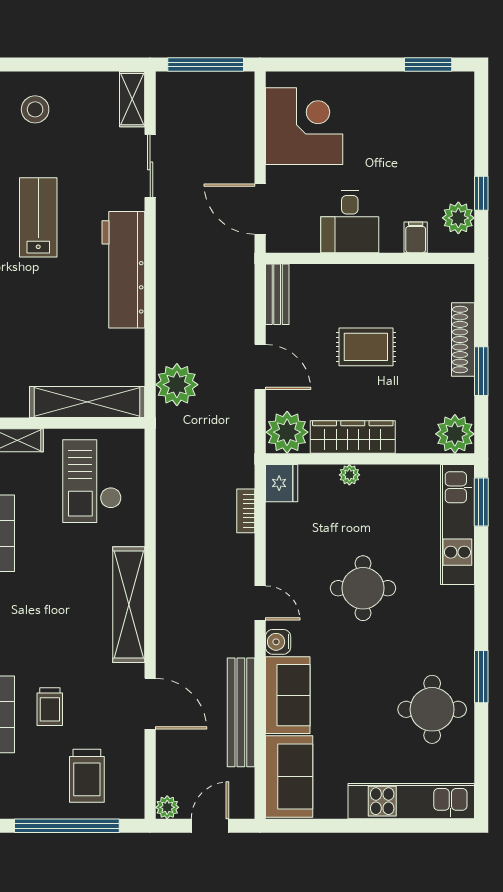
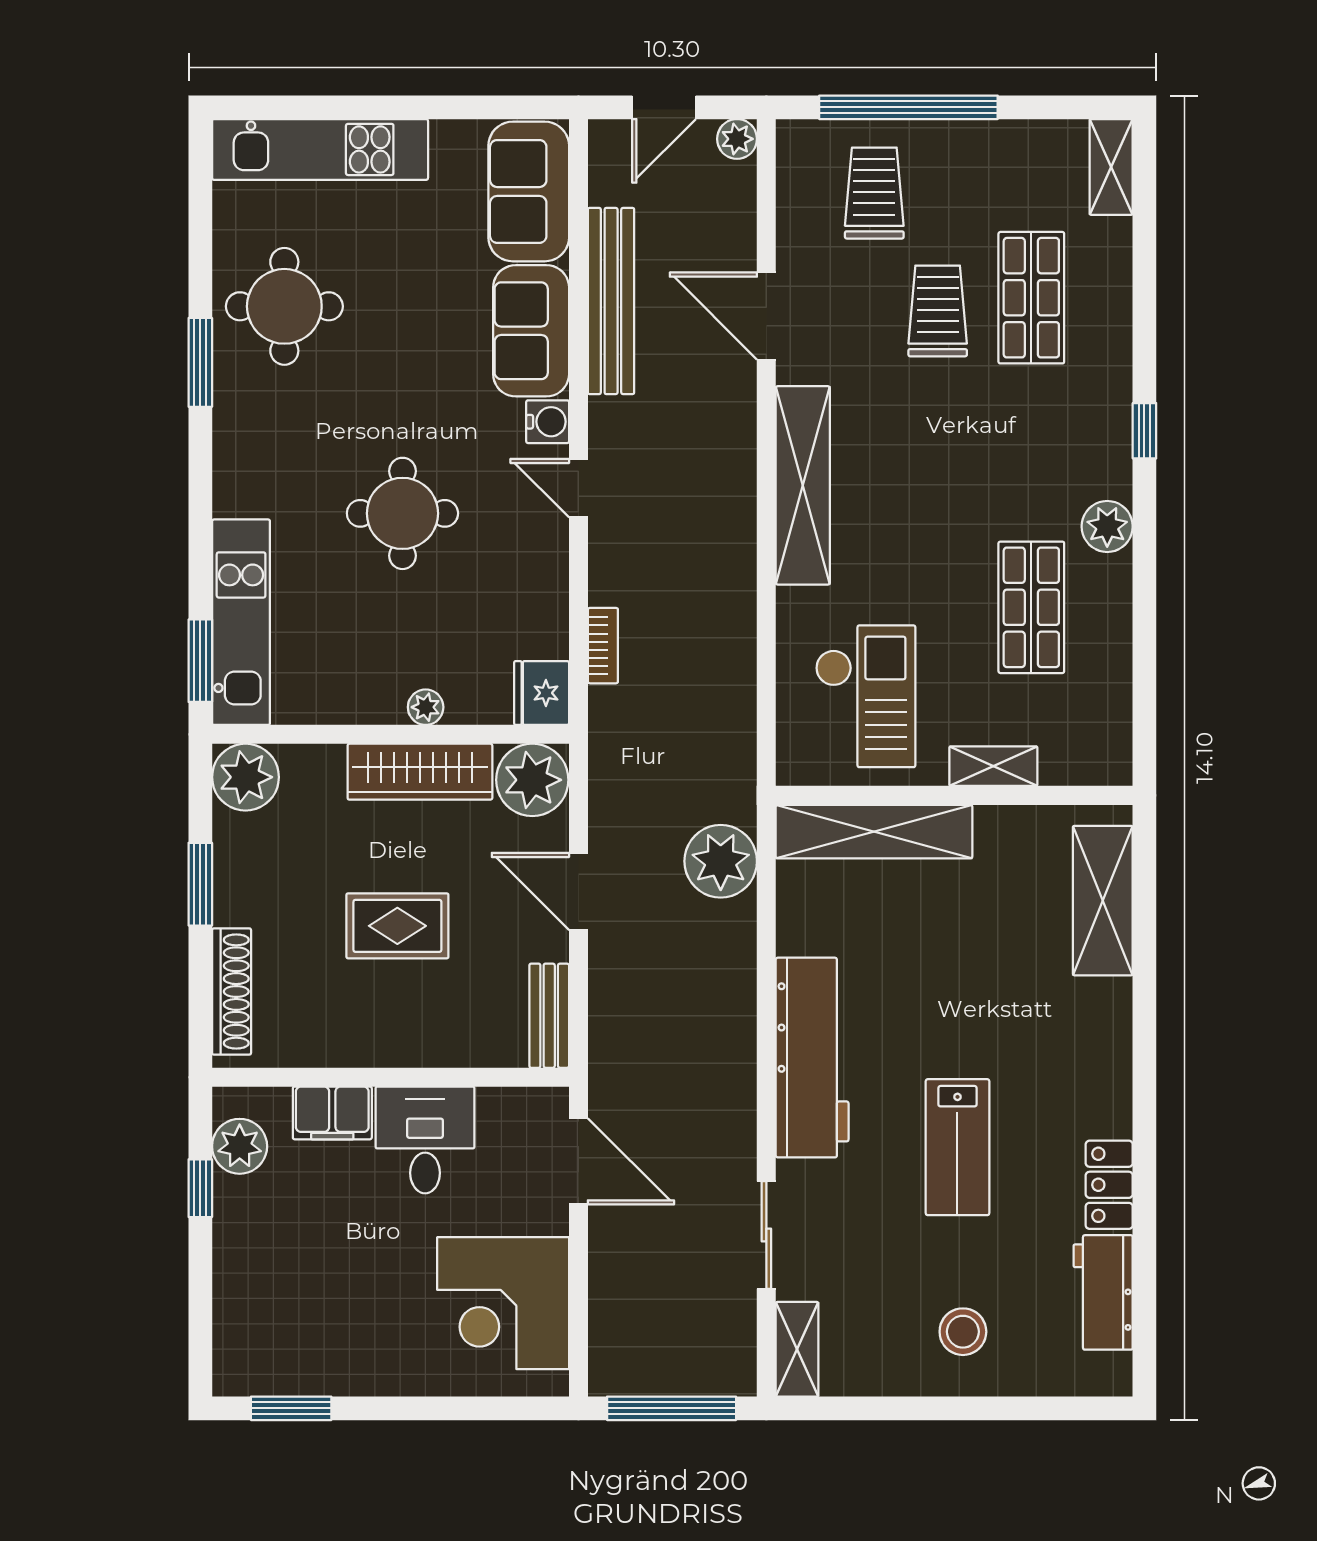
filing cabinet: (416, 237) -> (332, 1113), width x2.00
shoe rack: (463, 340) -> (232, 992), moved
trolley: (50, 707) -> (938, 311), width x1.36, depth x1.39

